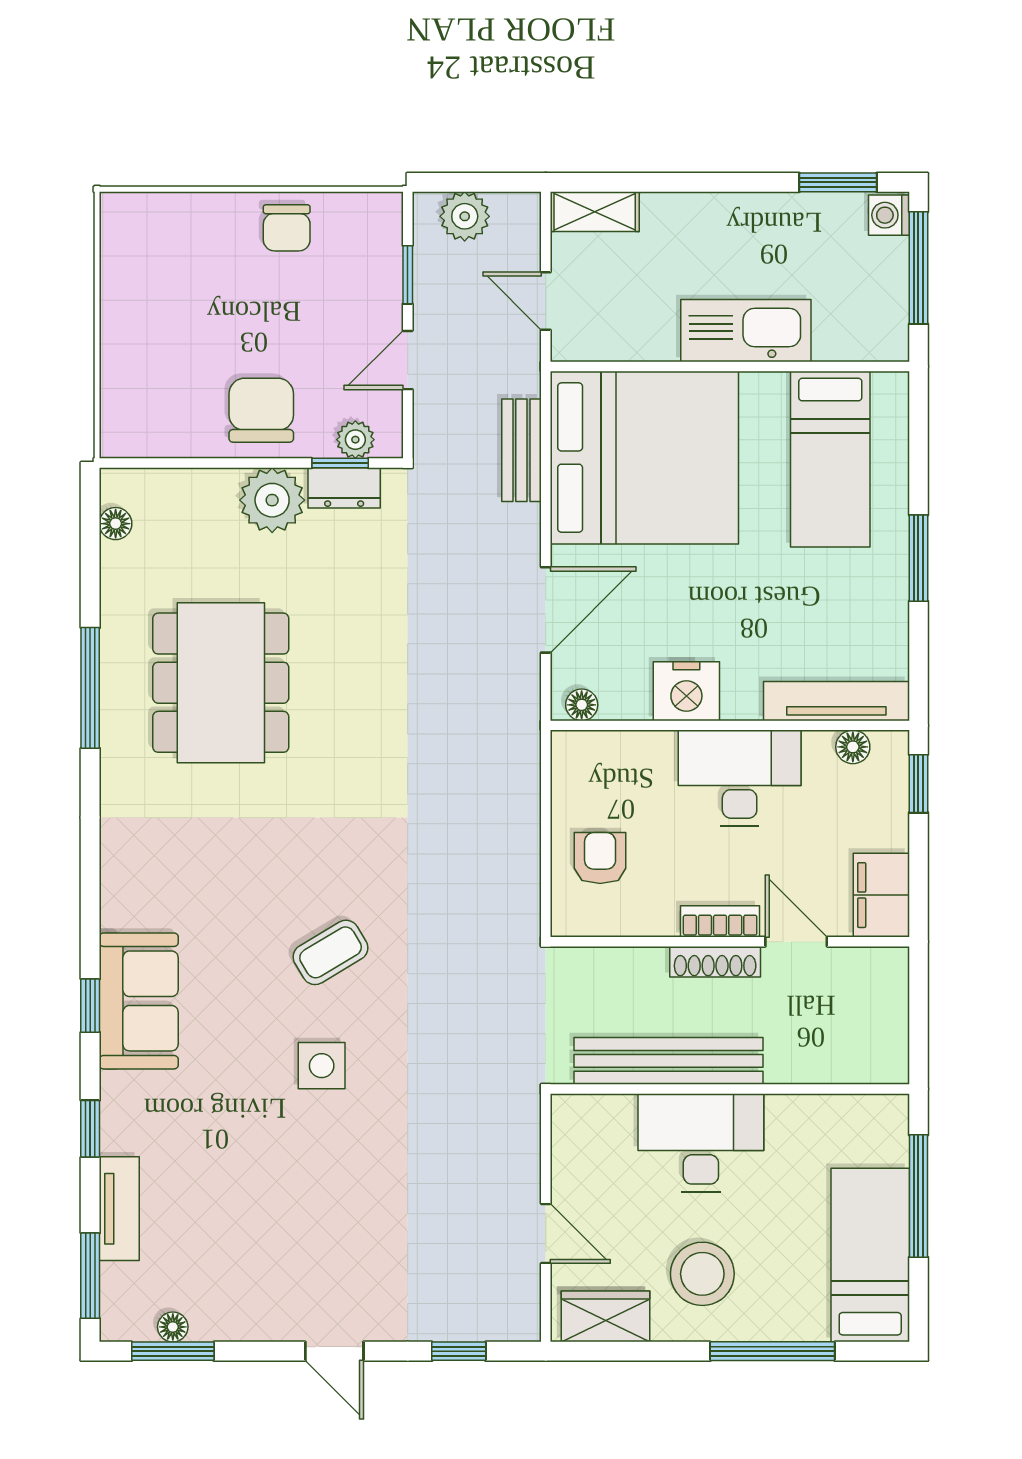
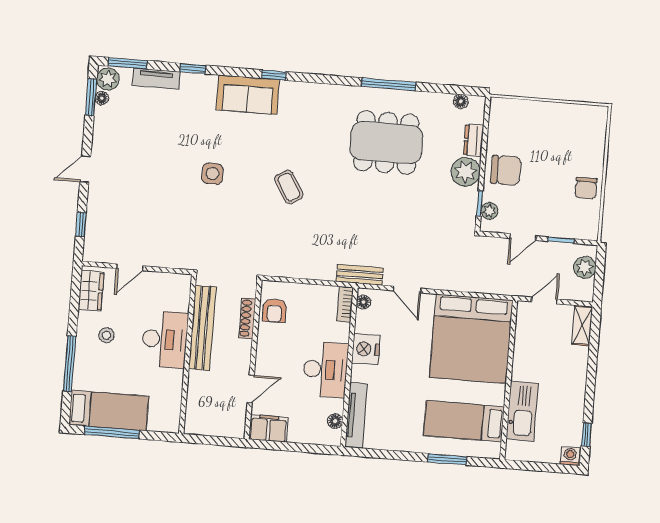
window: (838, 182) -> (586, 435), width x0.67
chair: (287, 228) -> (586, 188), turned -90
window: (918, 268) -> (546, 467), removed
kitchen sink: (746, 331) -> (522, 411), moved
door: (408, 360) -> (523, 237), swing flipped
bench: (521, 450) -> (360, 275), moved
dresser: (344, 488) -> (474, 140), moved
window: (918, 558) -> (447, 459), moved
door: (546, 610) -> (407, 289), width x0.73
window: (918, 784) -> (317, 449), removed
armchair: (600, 858) -> (275, 310), moved, turned 90
bookcase: (720, 921) -> (345, 304), moved, turned 180
coffee table: (331, 952) -> (289, 187), moved
shoe rack: (715, 962) -> (247, 318), moved
window: (90, 1006) -> (274, 75), moved
window: (918, 1196) -> (112, 432), moved
stool: (702, 1274) -> (106, 335), width x0.53, depth x0.53
plant: (129, 1317) -> (108, 79), added

